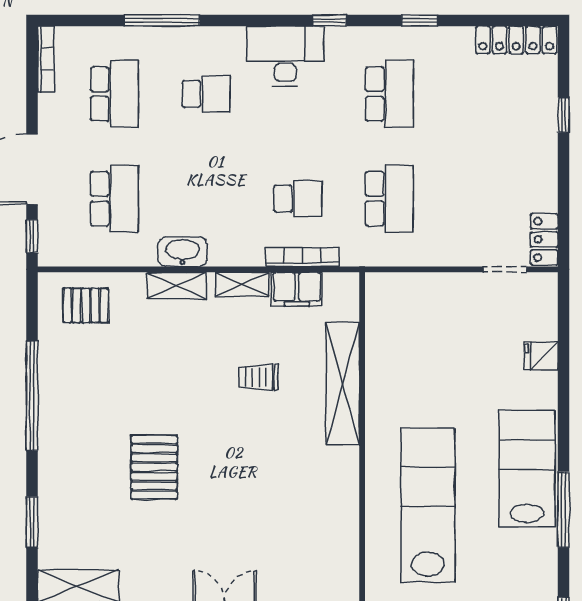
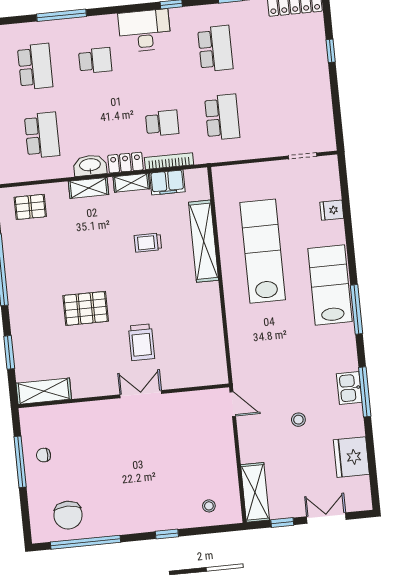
locker: (544, 239) -> (125, 163), moved, turned 90
pallet: (154, 467) -> (86, 308), turned 90
lab bench: (428, 505) -> (263, 251), moved
trolley: (233, 527) -> (141, 342), added

